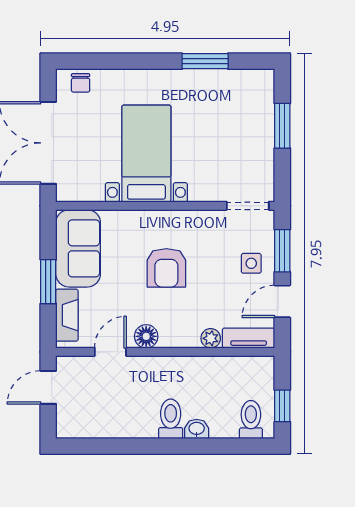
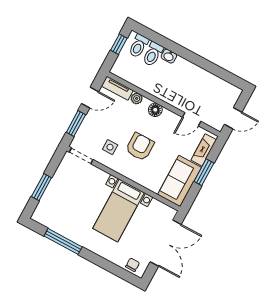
window: (205, 61) -> (63, 241), width x1.44
side table: (251, 263) -> (110, 147), moved
floor lamp: (146, 336) -> (155, 110), moved
toilet: (171, 419) -> (153, 54), moved

